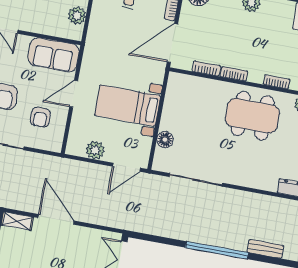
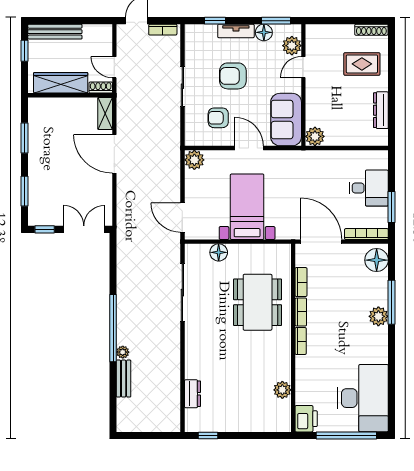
plant: (77, 16) -> (315, 136), moved
bookcase: (277, 82) -> (301, 341), moved
dining table: (252, 116) -> (258, 302), moved
plant: (95, 150) -> (194, 160), moved
door: (56, 219) -> (114, 154), swing flipped
plant: (241, 245) -> (123, 352), added

